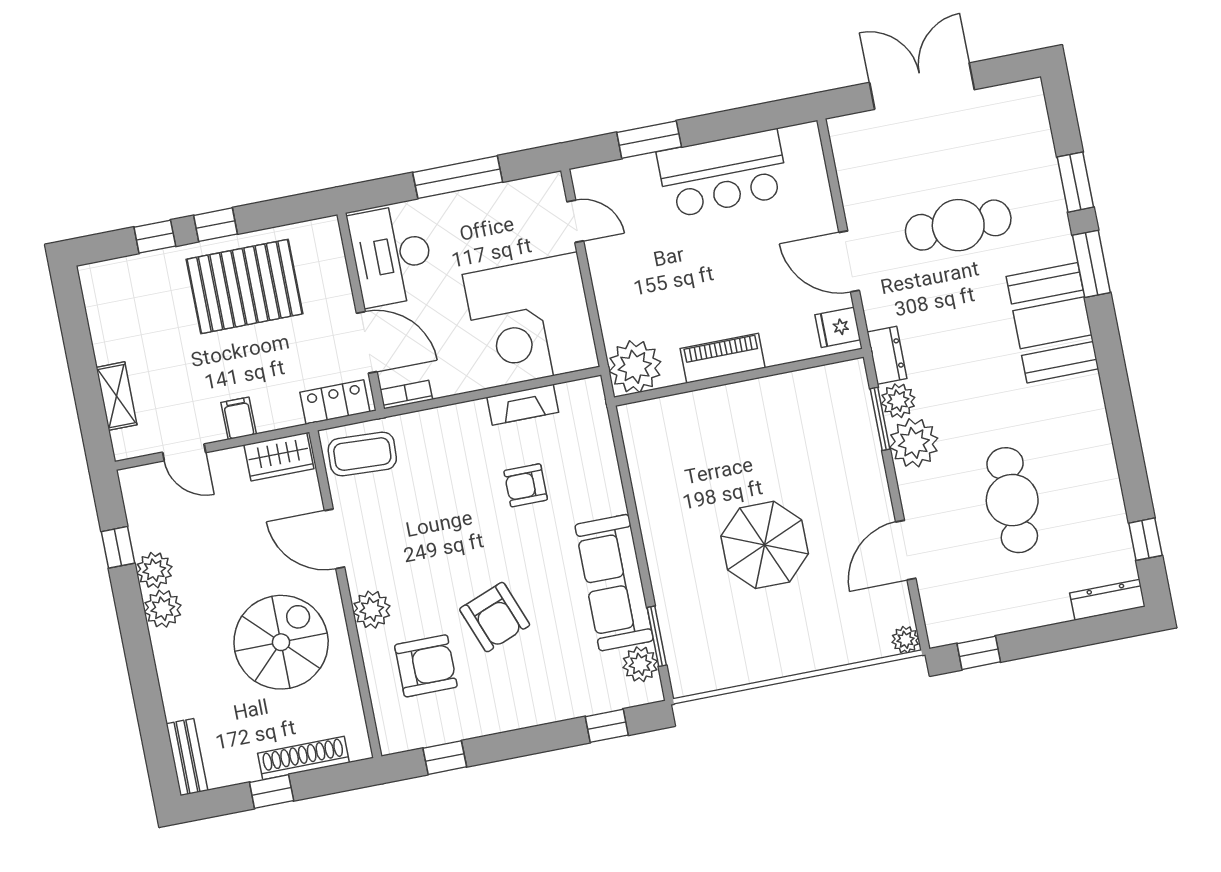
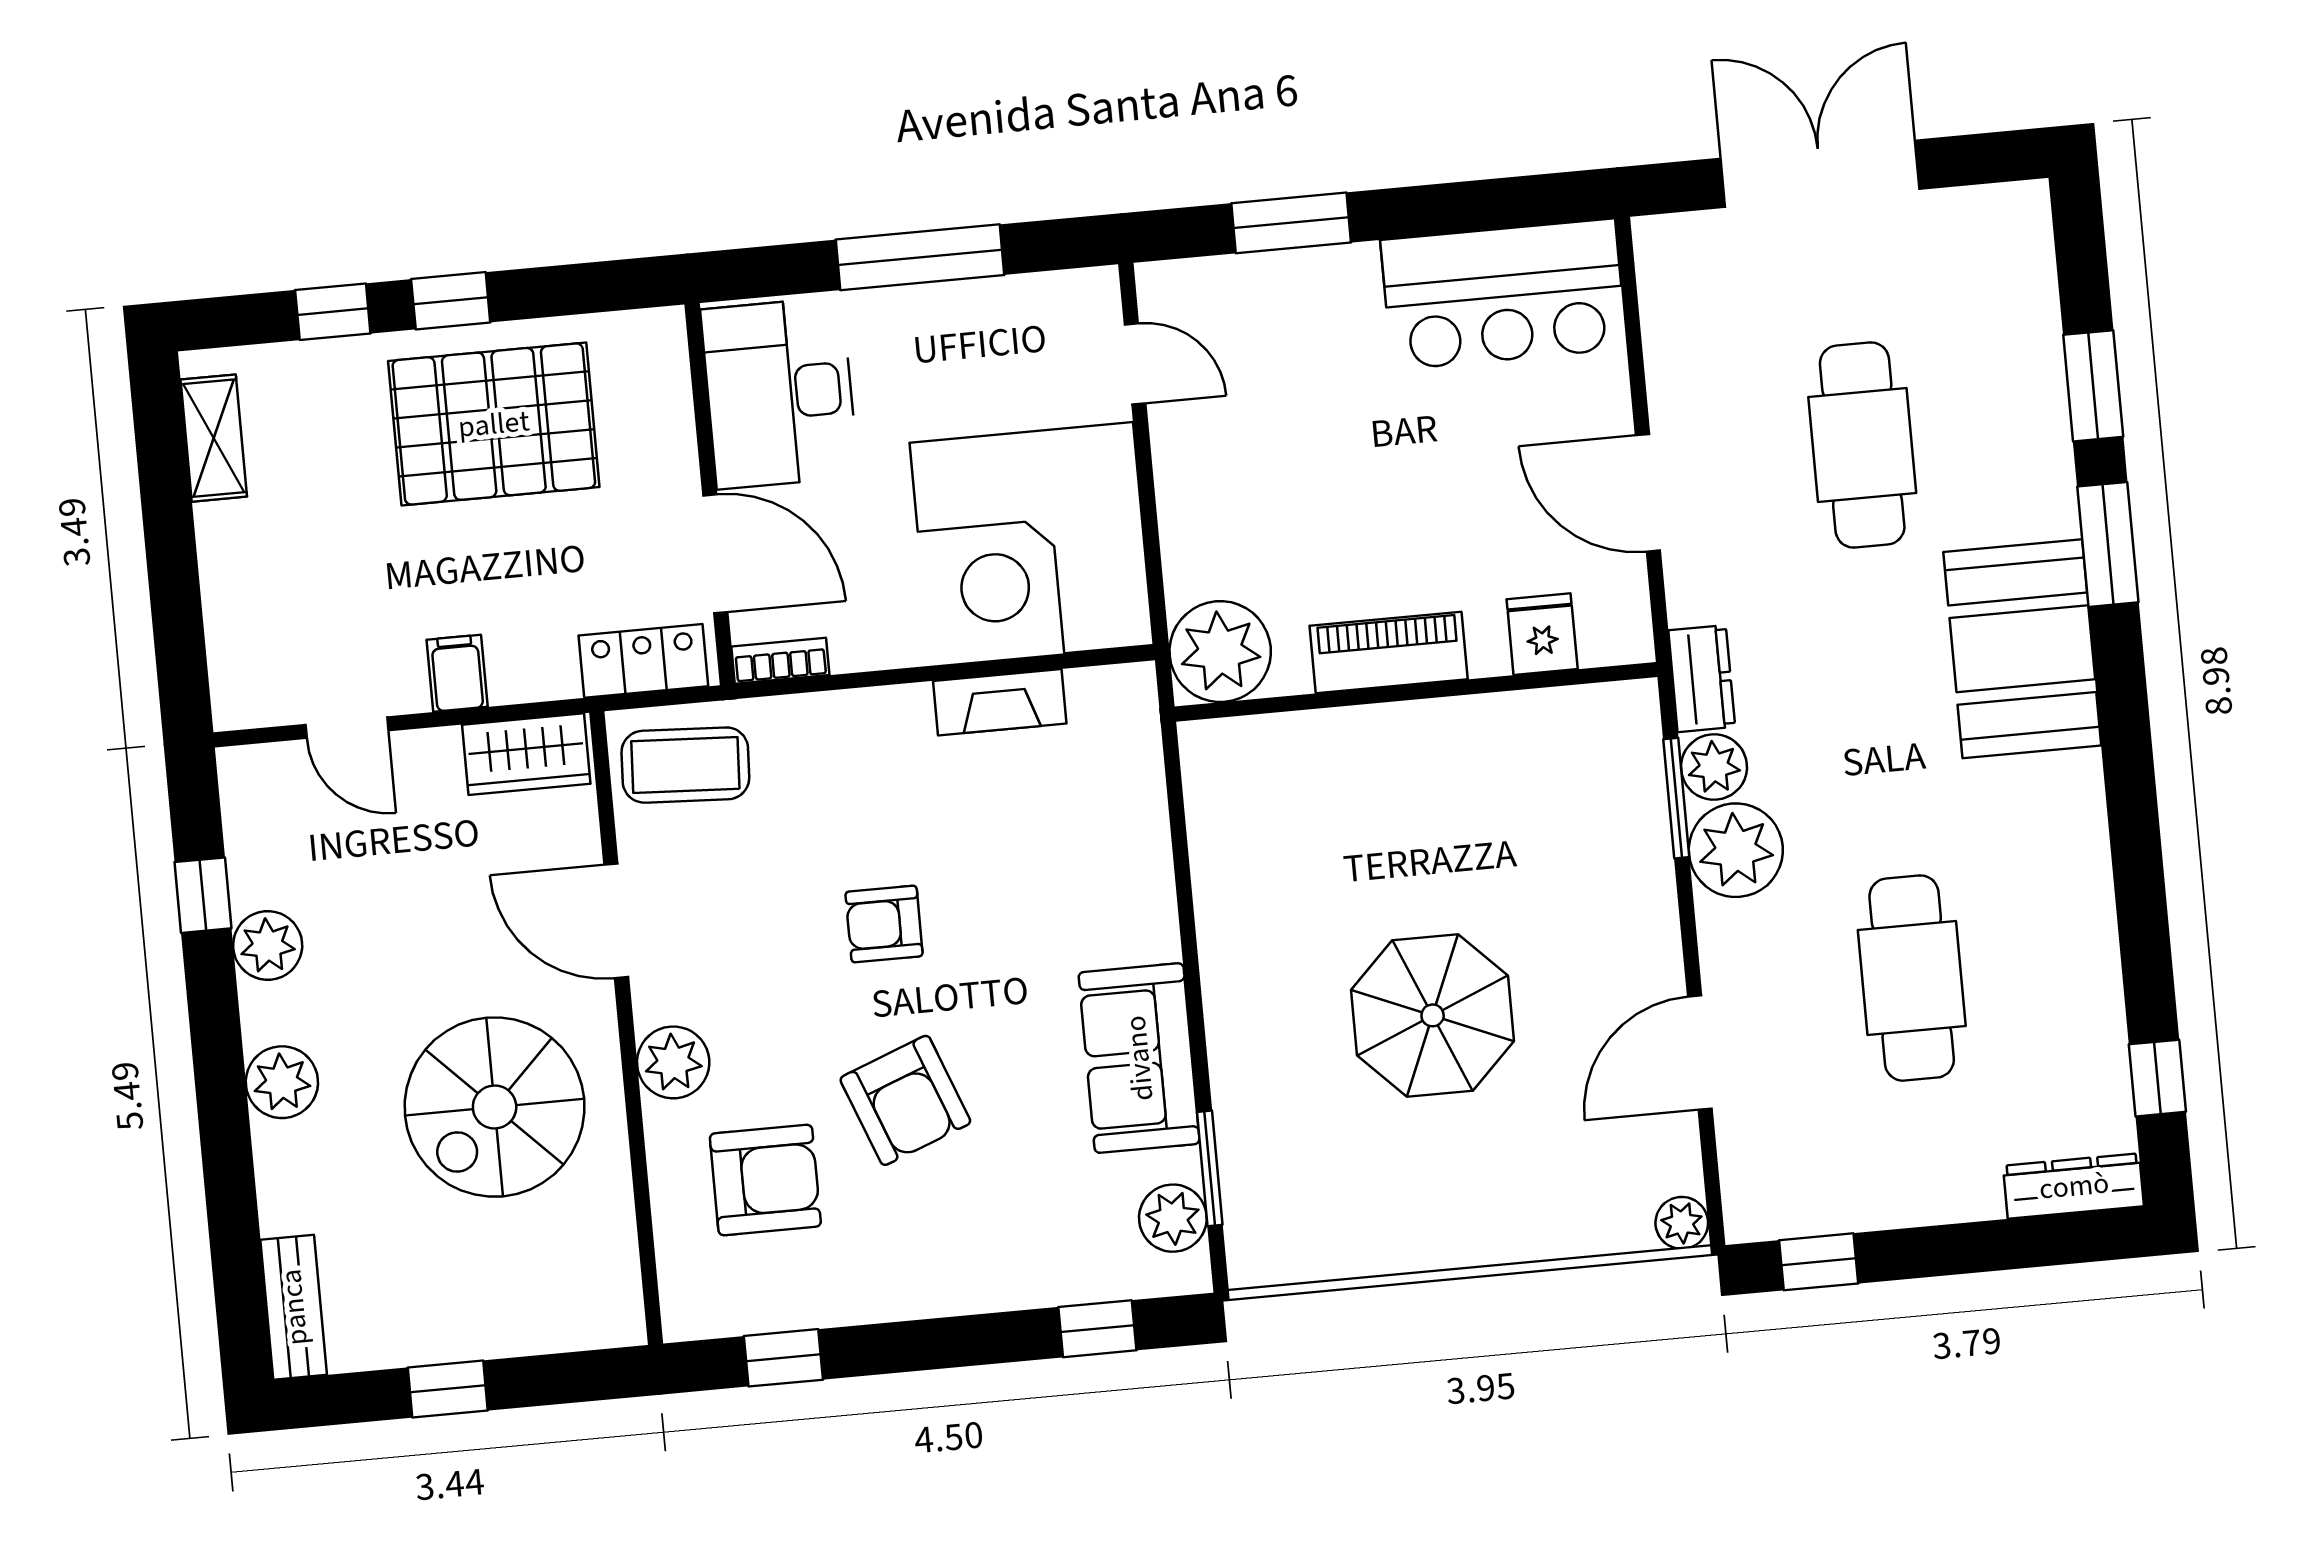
bar counter: (723, 174) -> (1504, 294), moved
cafe table: (958, 225) -> (1862, 445), turned 90
fridge: (838, 327) -> (1542, 634), moved, turned 90
shelving: (117, 396) -> (214, 438), moved
armchair: (526, 485) -> (884, 924), moved
sofa: (614, 583) -> (1139, 1058), width x0.73
plant: (163, 609) -> (282, 1082), moved
spiral stairs: (281, 642) -> (495, 1107), turned 180
shoe rack: (303, 758) -> (515, 1331), removed

